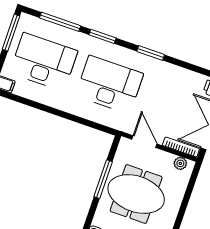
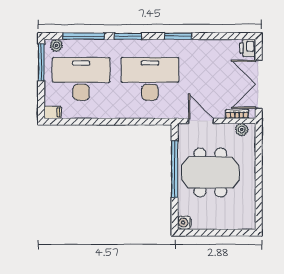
plant: (31, 22) -> (56, 45), added
bookcase: (181, 147) -> (237, 114), width x0.64
window: (103, 179) -> (175, 169), width x1.46

